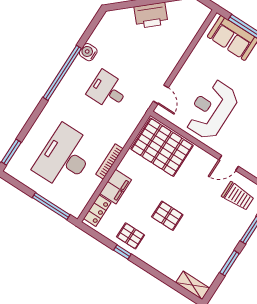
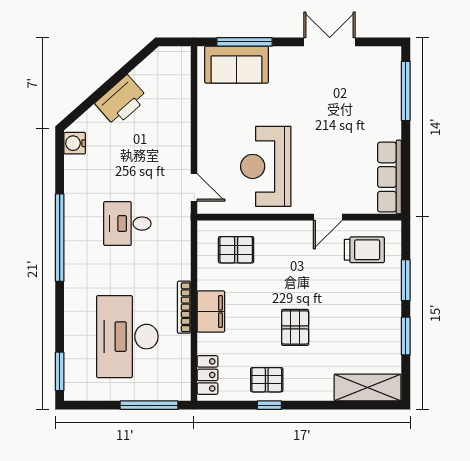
water cooler: (88, 52) -> (75, 143), moved
pallet: (162, 147) -> (236, 250), width x0.49, depth x0.50
filing cabinet: (116, 187) -> (211, 311), moved
pallet: (167, 216) -> (295, 327), turned 90
shelving: (193, 285) -> (368, 388), width x1.50, depth x1.33

